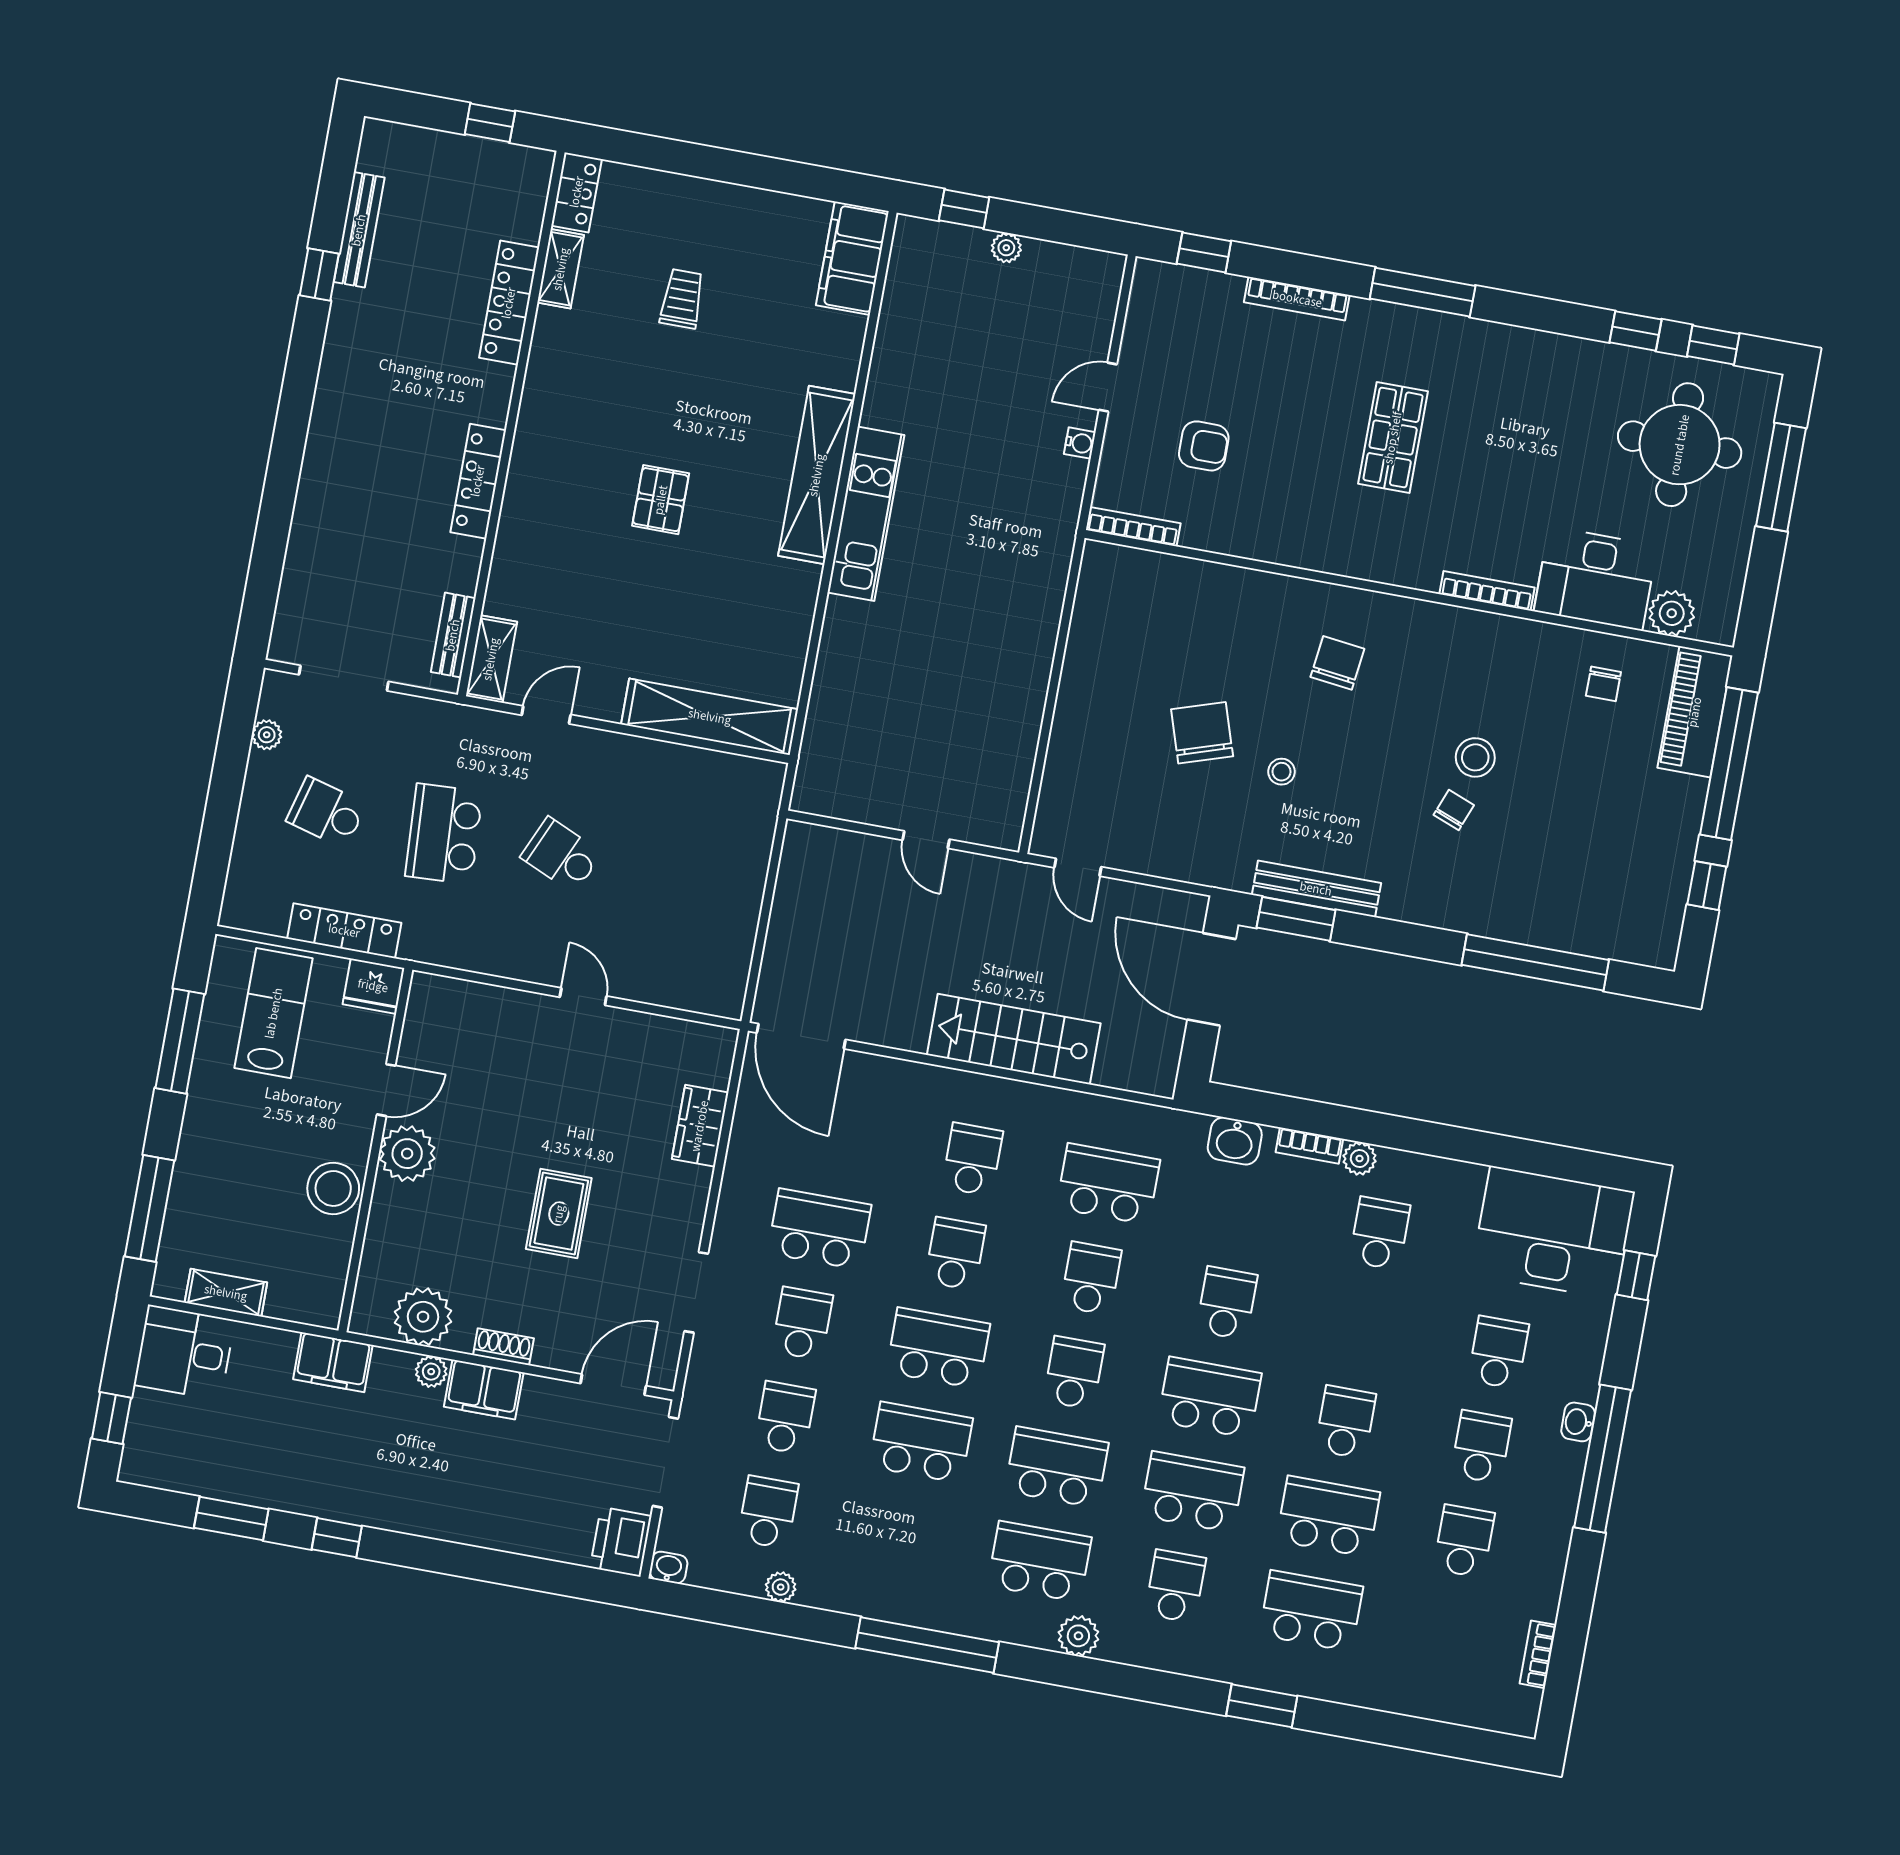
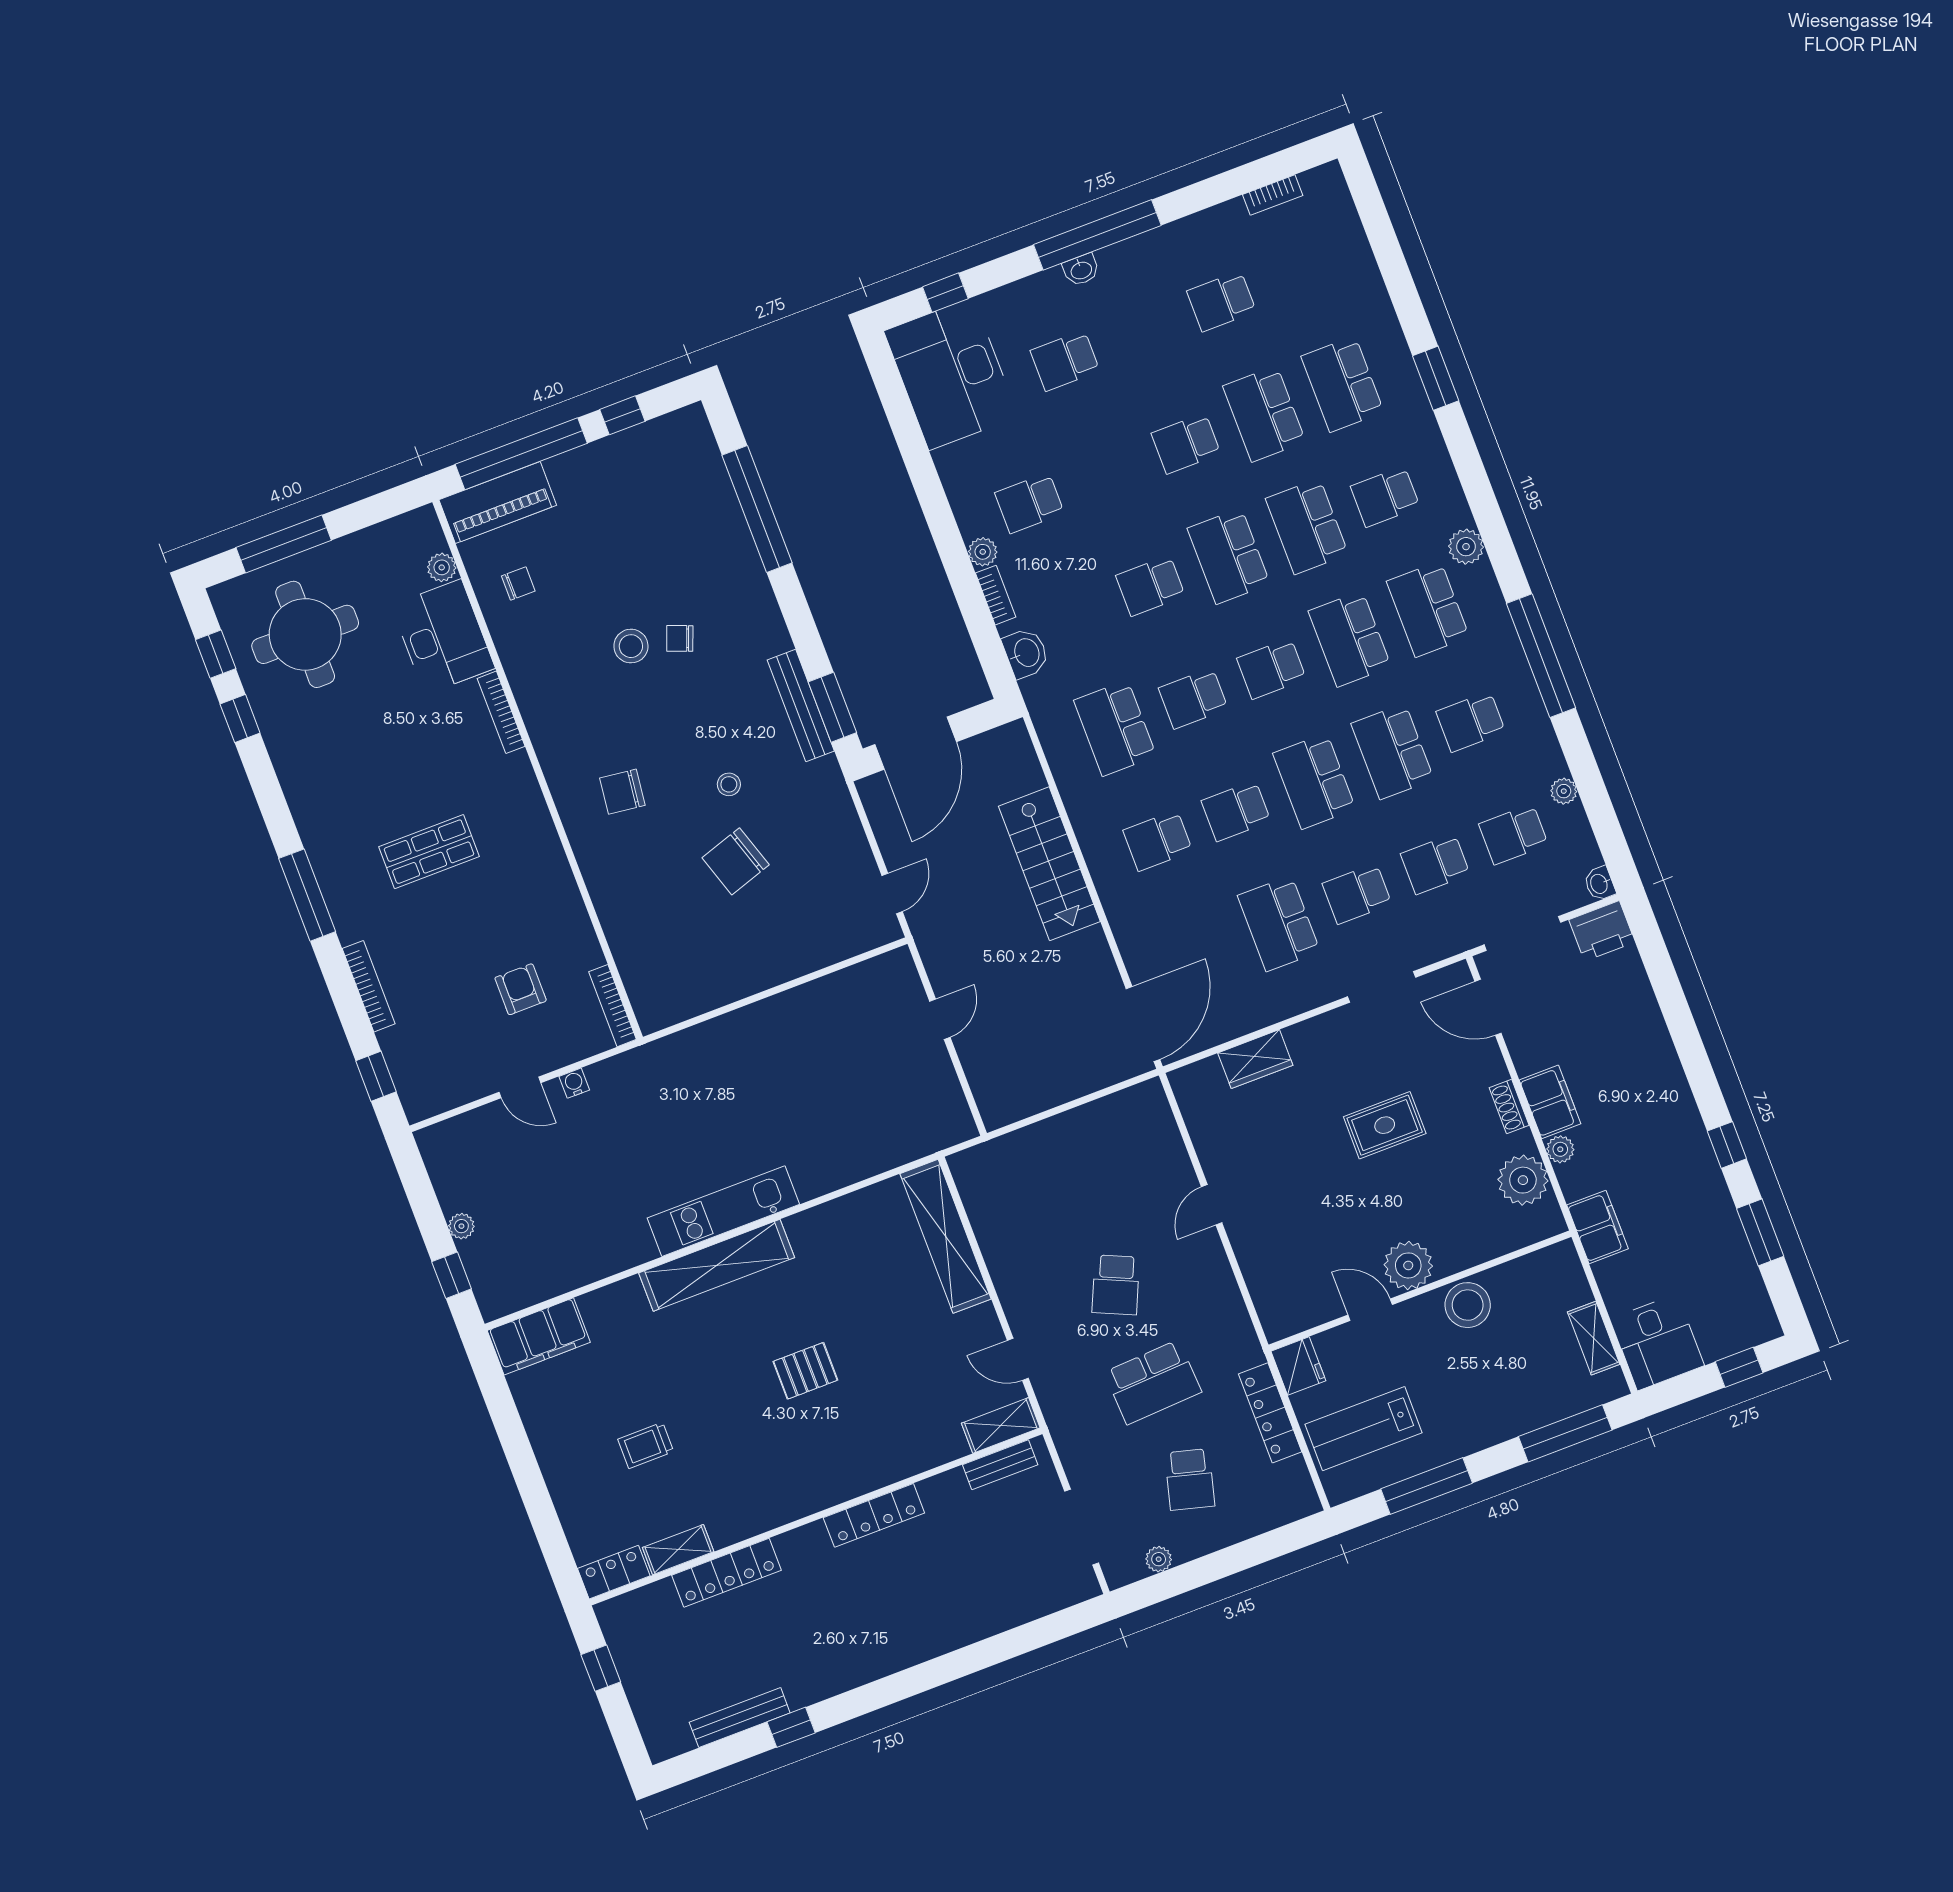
plant: (1672, 613) -> (442, 567), width x0.73, depth x0.73
school desk: (1481, 1447) -> (1471, 722), moved

